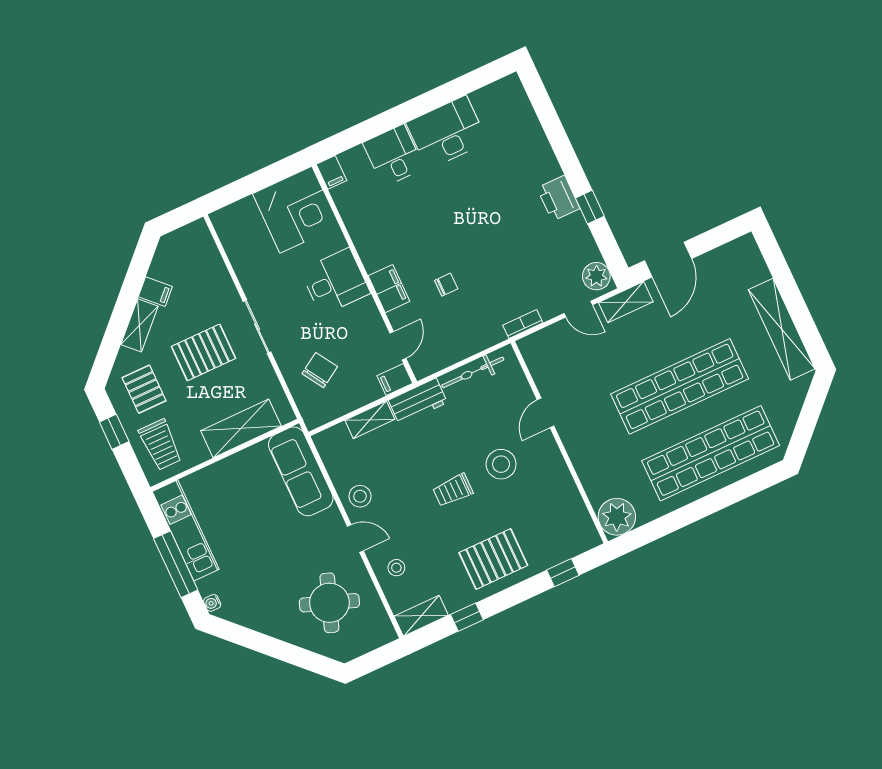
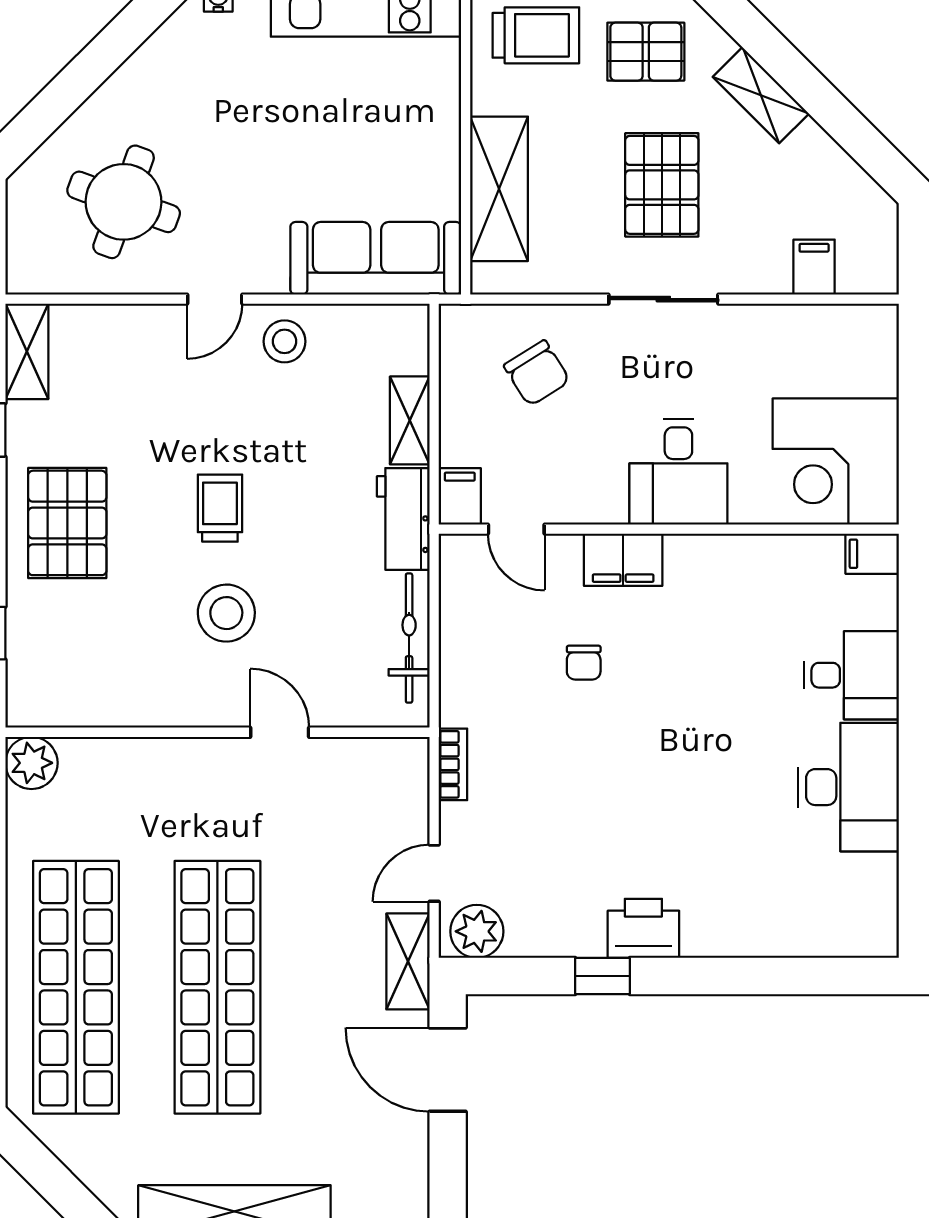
filing cabinet: (155, 292) -> (814, 267), moved, turned 135
trolley: (160, 445) -> (536, 35), turned 180
plant: (617, 517) -> (31, 763), width x0.73, depth x0.73
stool: (396, 568) -> (131, 347), removed

